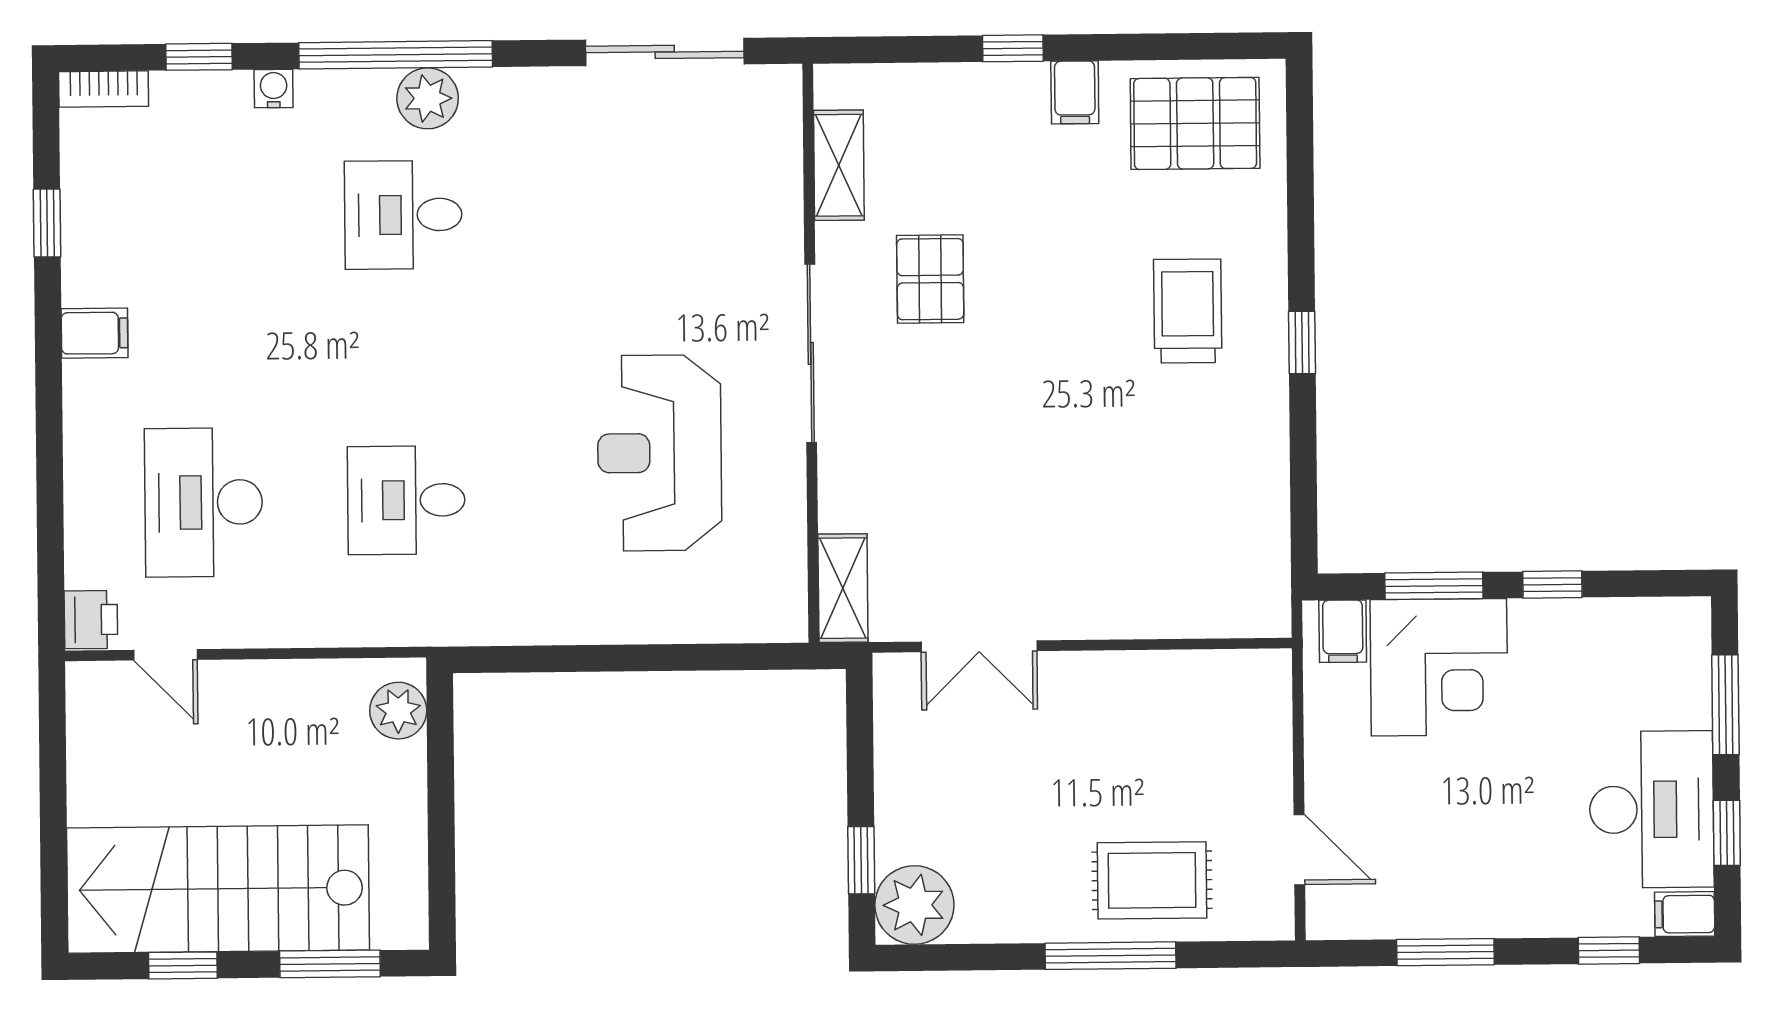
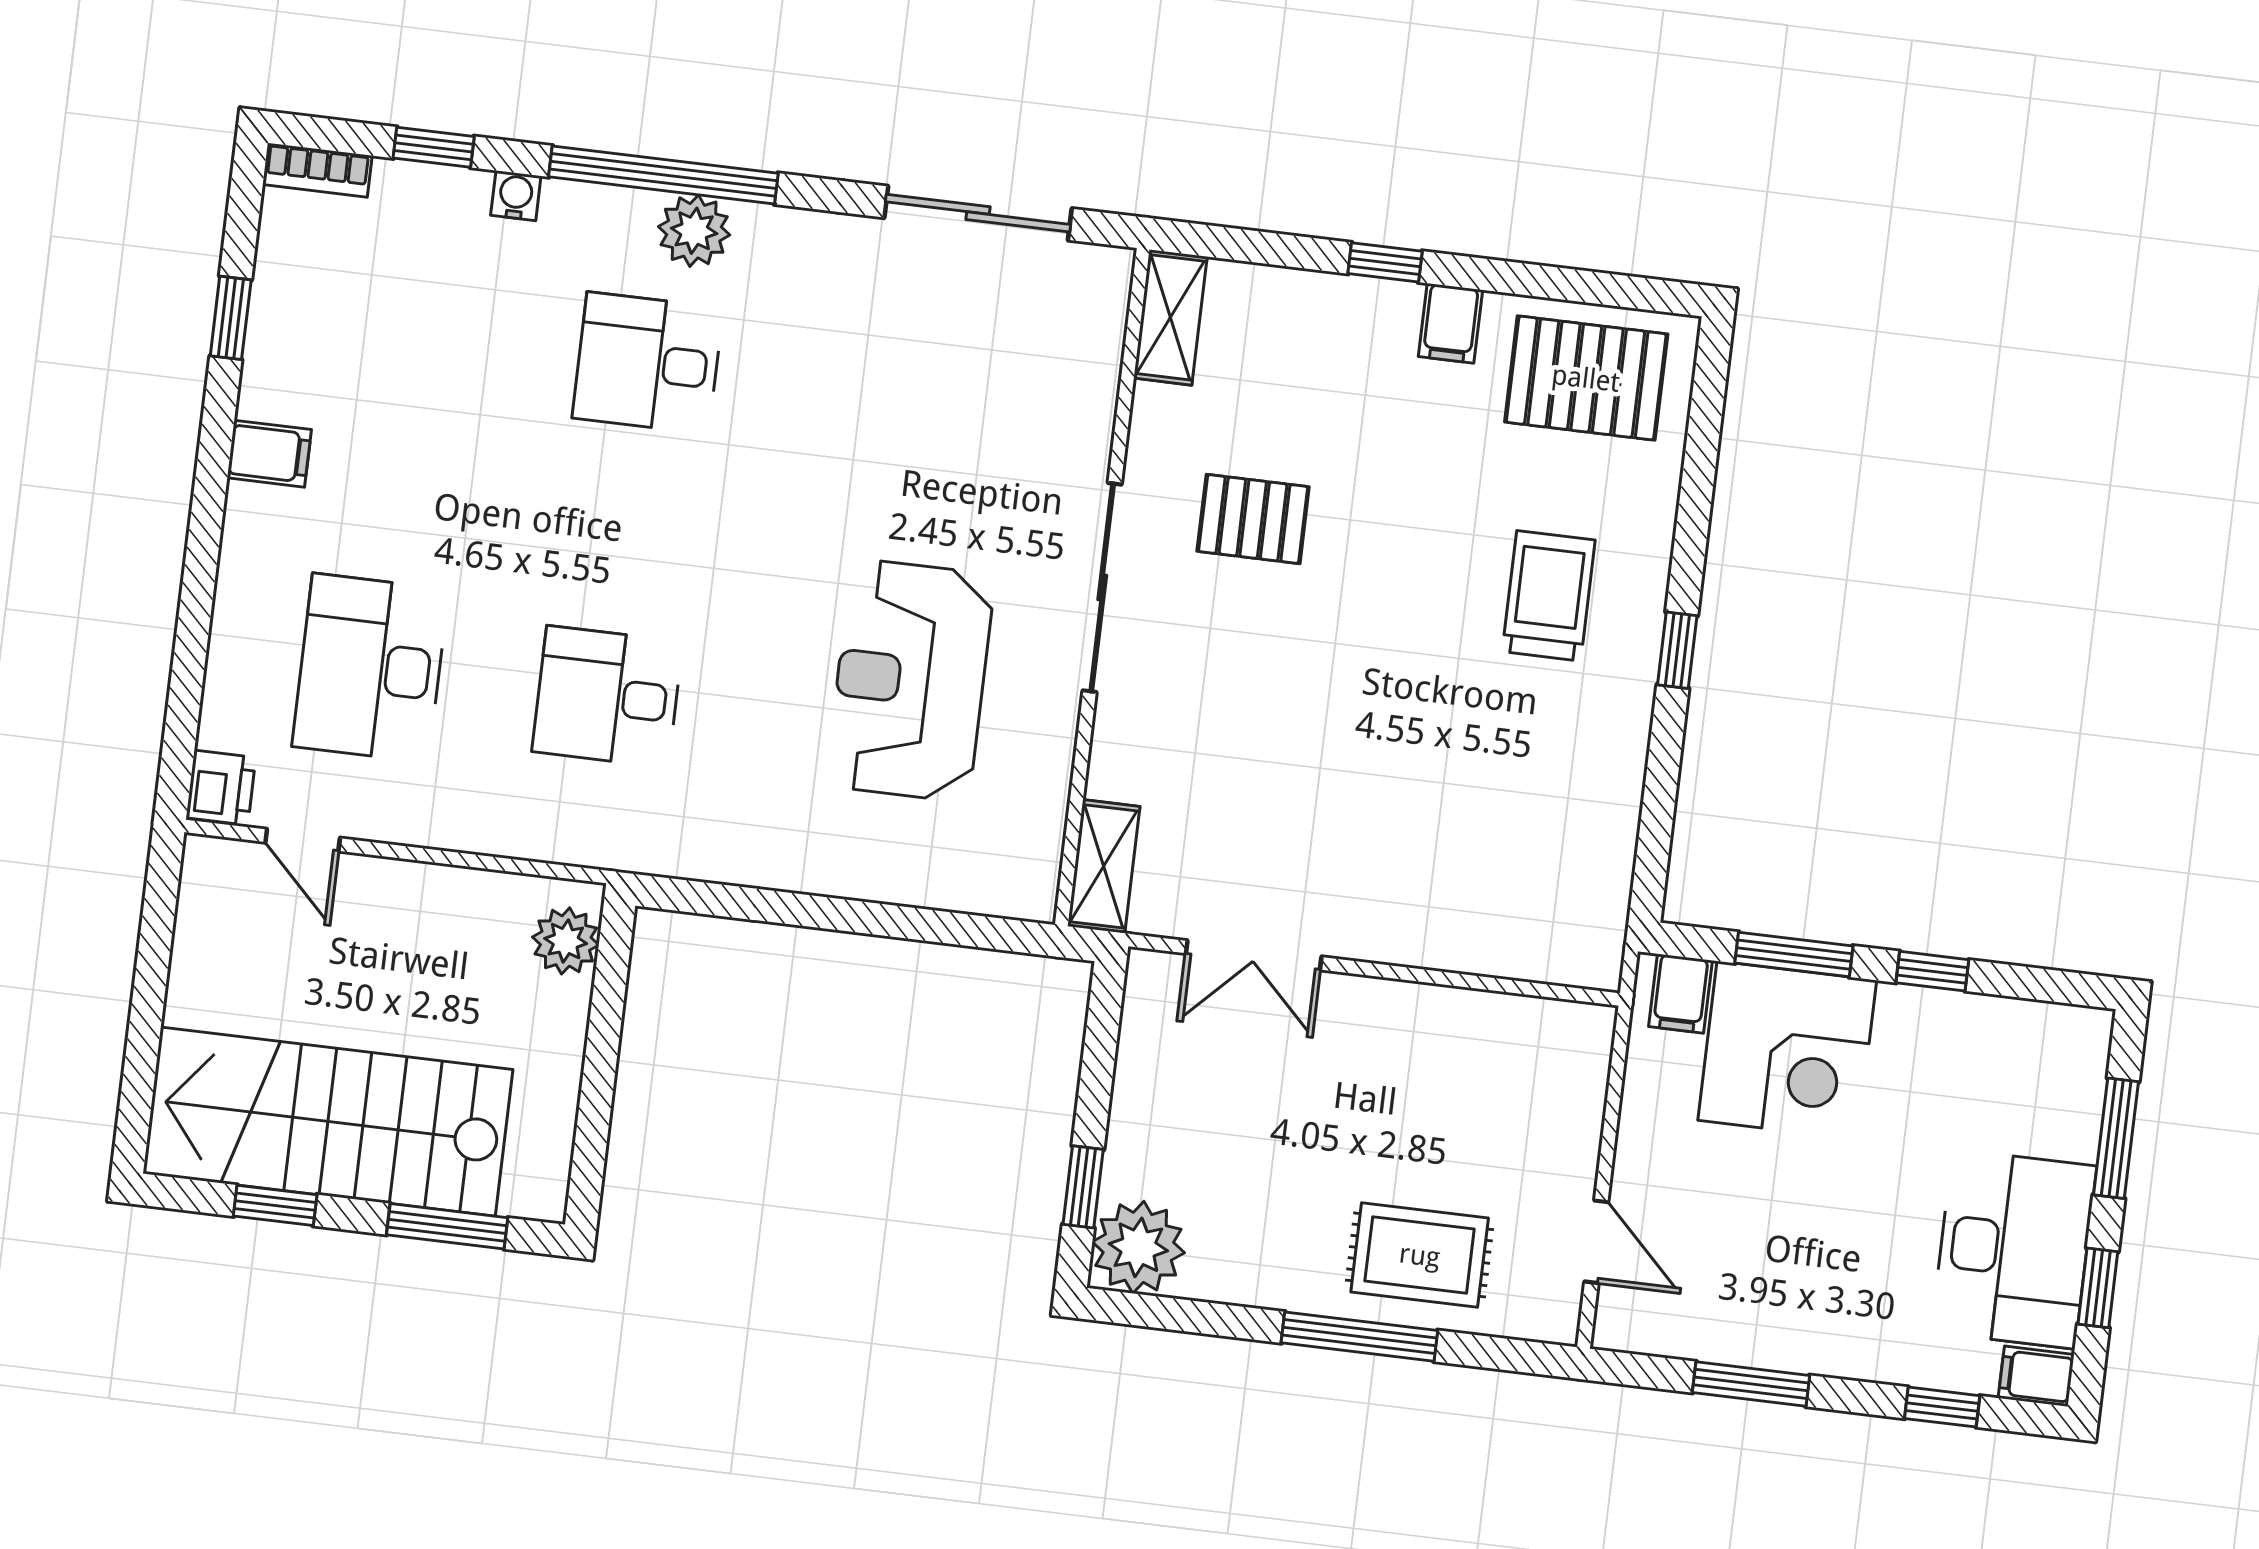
shelving: (839, 165) -> (1171, 317), moved
pallet: (930, 279) -> (1253, 519), turned 90

